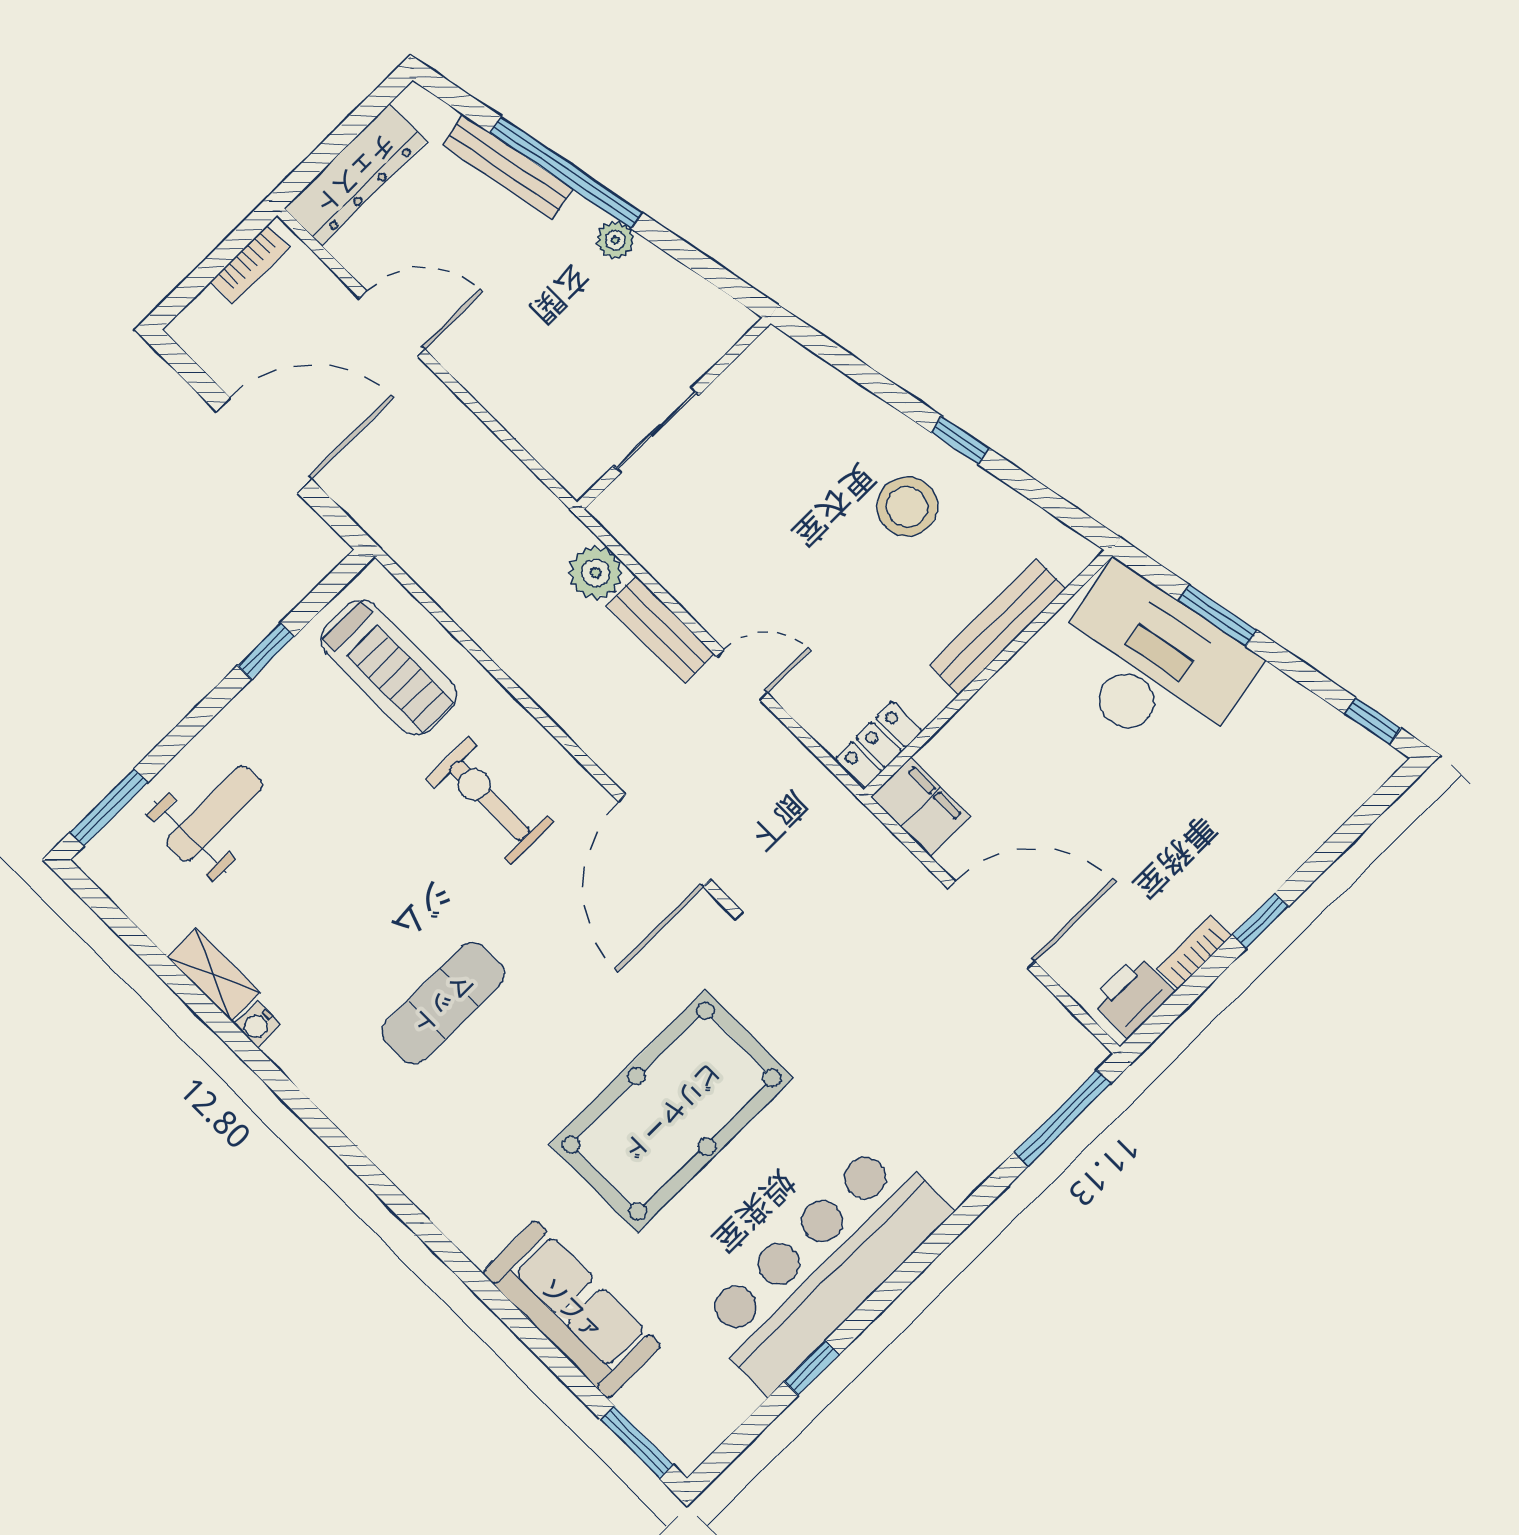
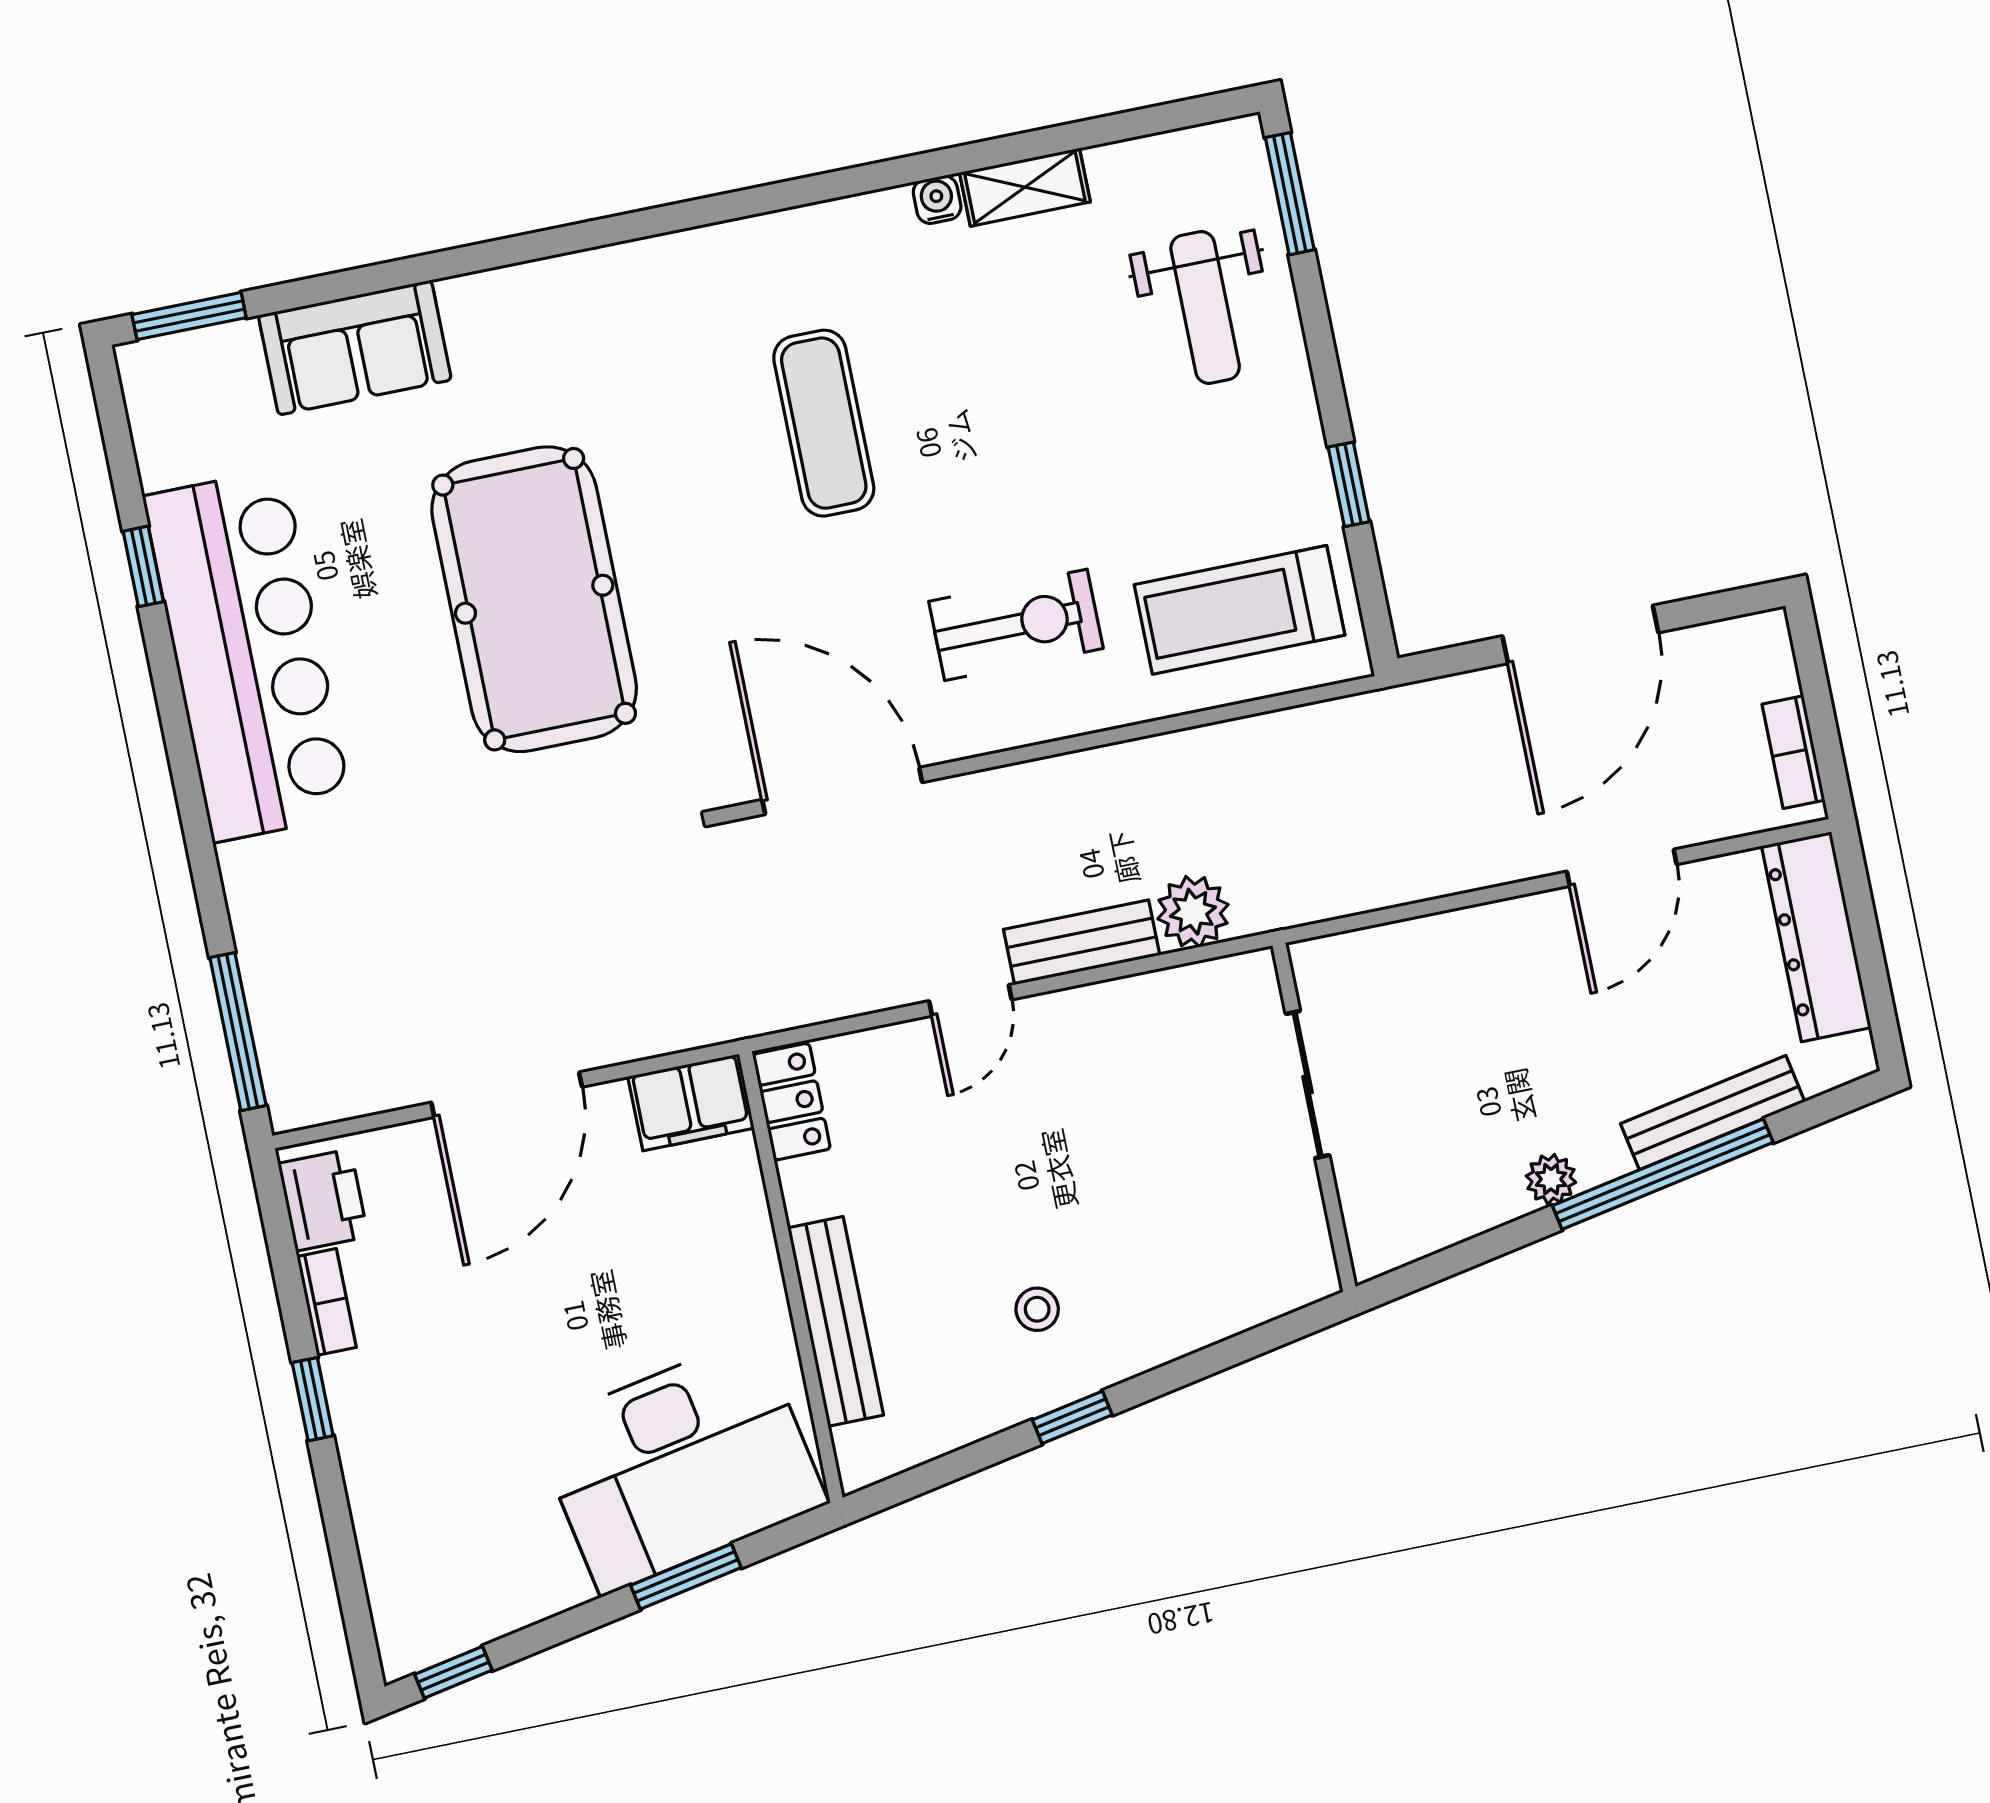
stool: (907, 507) -> (1037, 1309), width x0.53, depth x0.53
sofa: (572, 1309) -> (355, 348), width x0.73

